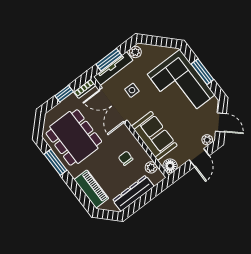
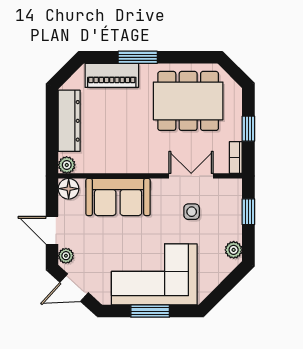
window: (109, 60) -> (248, 212), width x0.67
tv unit: (113, 69) -> (234, 209), removed
double door: (113, 105) -> (191, 176), width x0.73
chair: (126, 158) -> (117, 143), removed
window: (56, 162) -> (138, 57), moved
plant: (151, 167) -> (67, 165), moved

